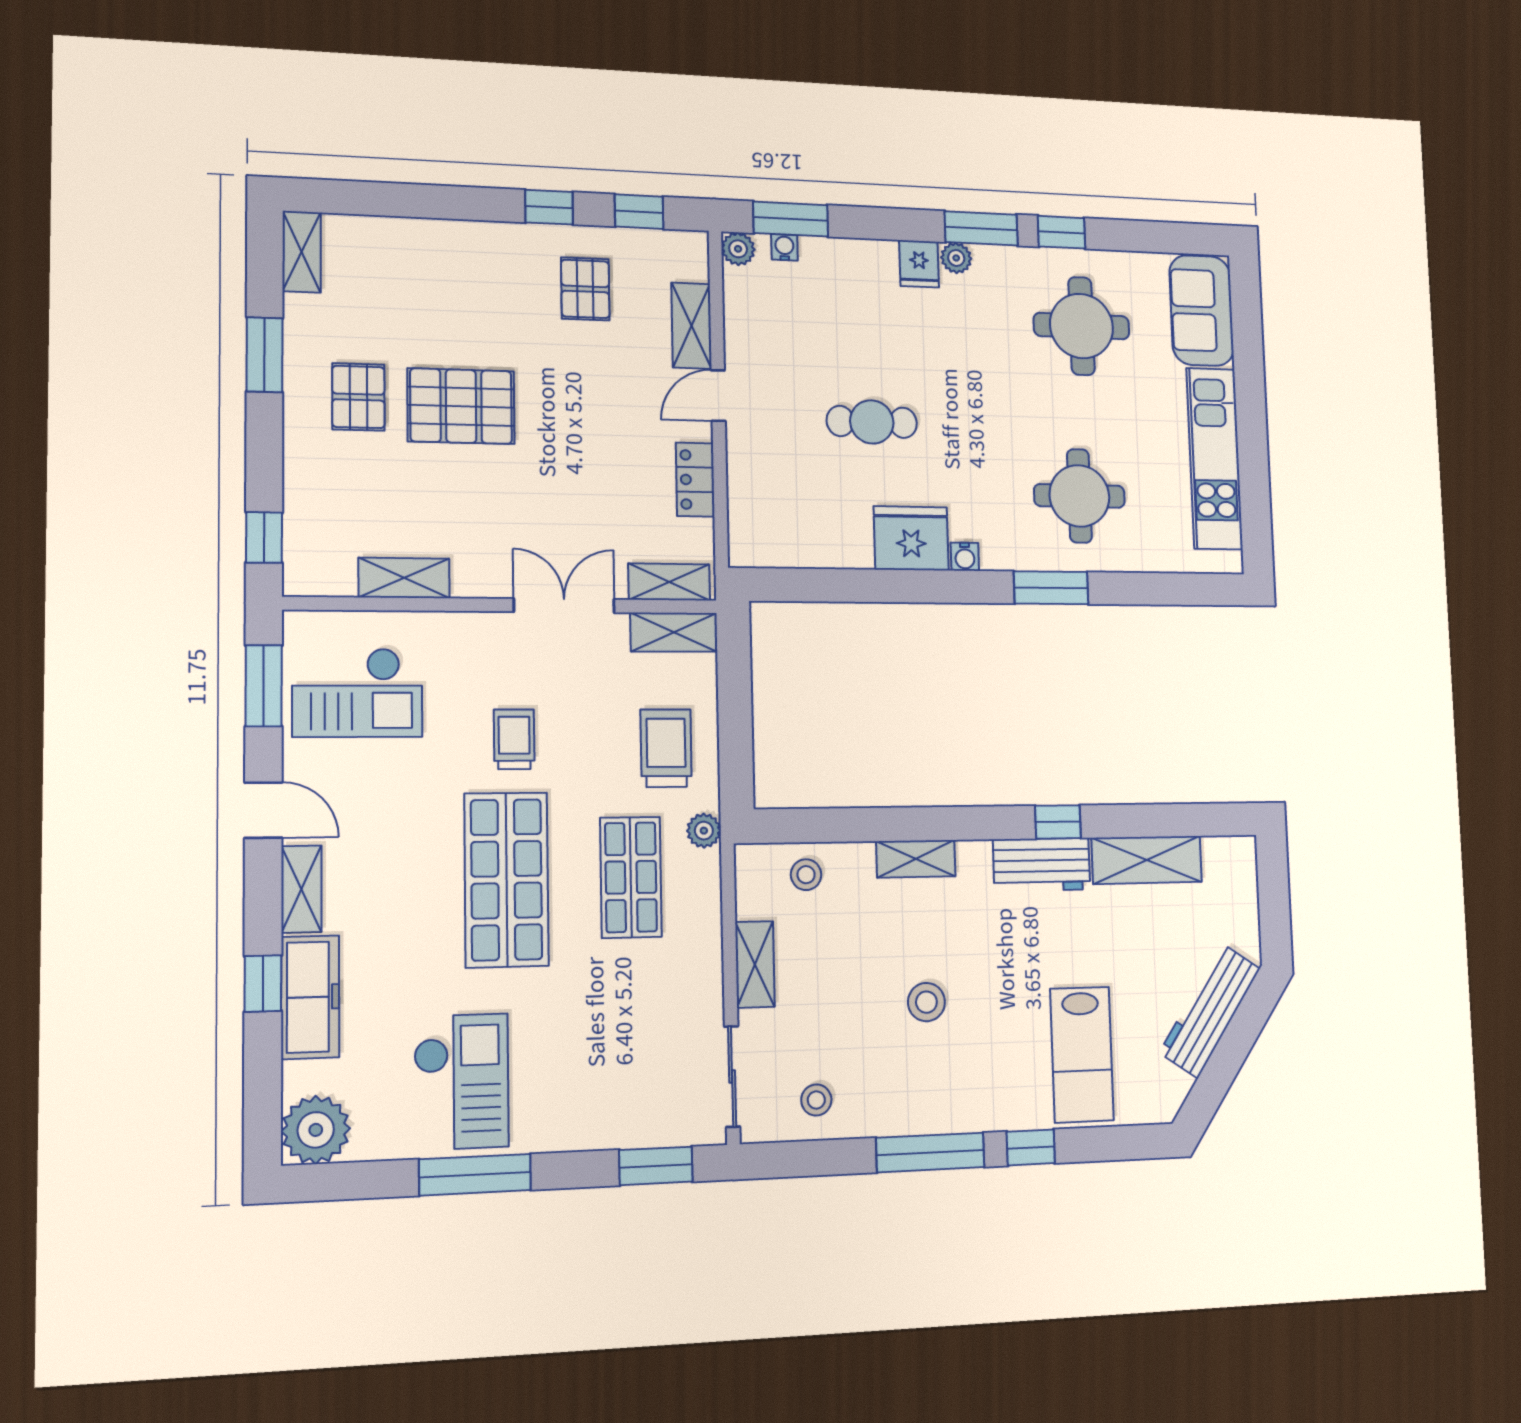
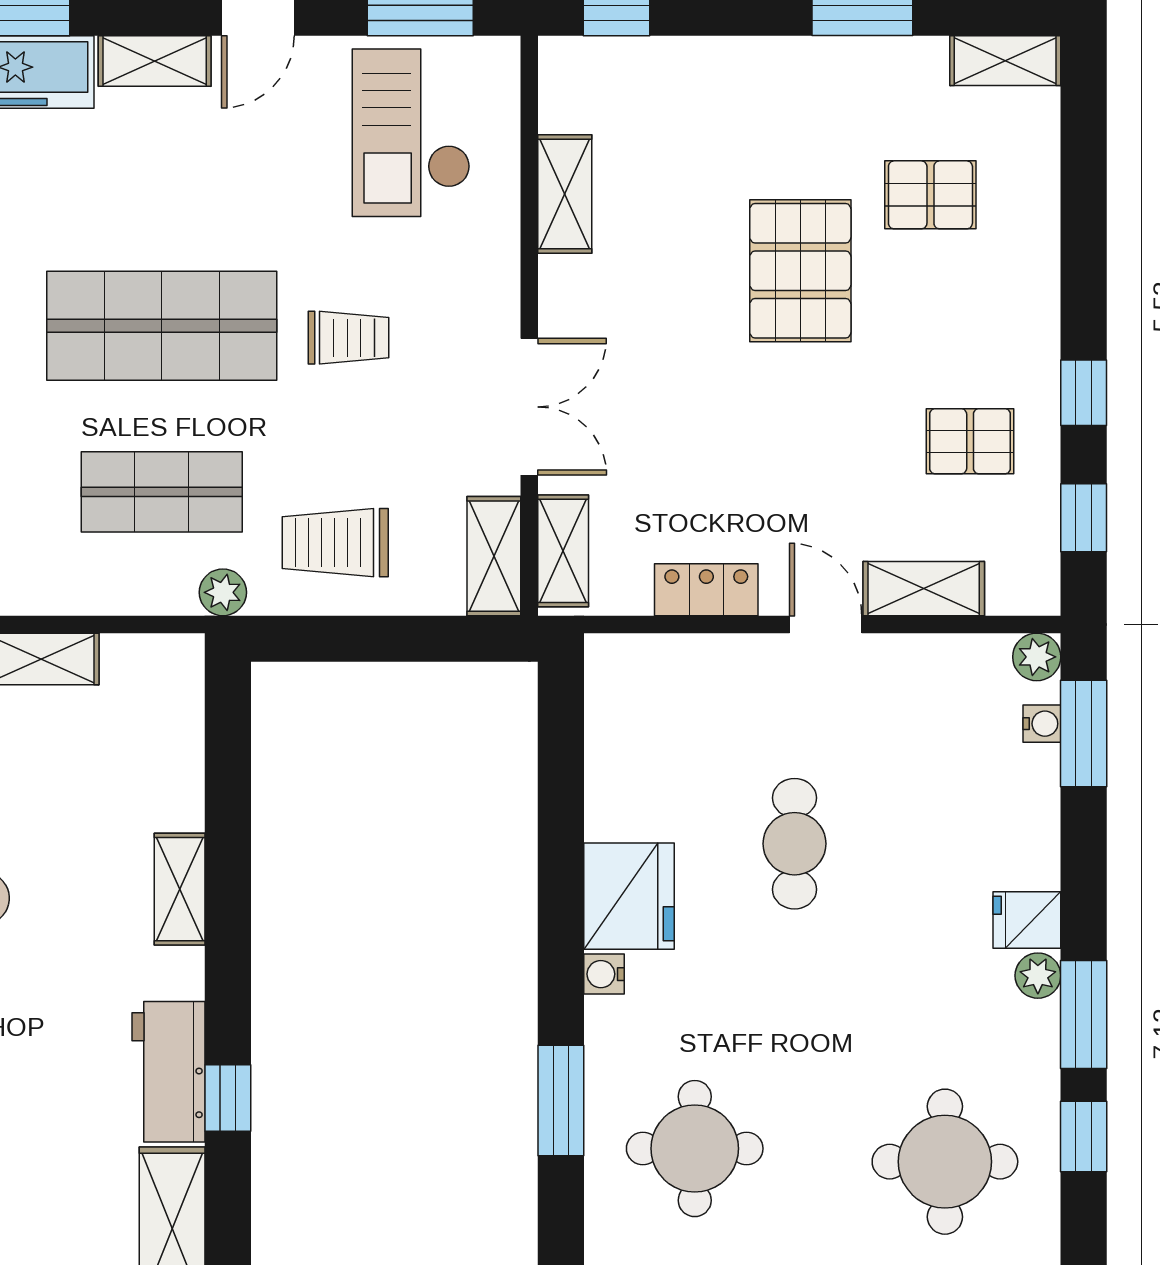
pallet: (358, 397) -> (930, 195), moved
trolley: (666, 748) -> (335, 543), turned 180
stool: (806, 875) -> (161, 733), removed

